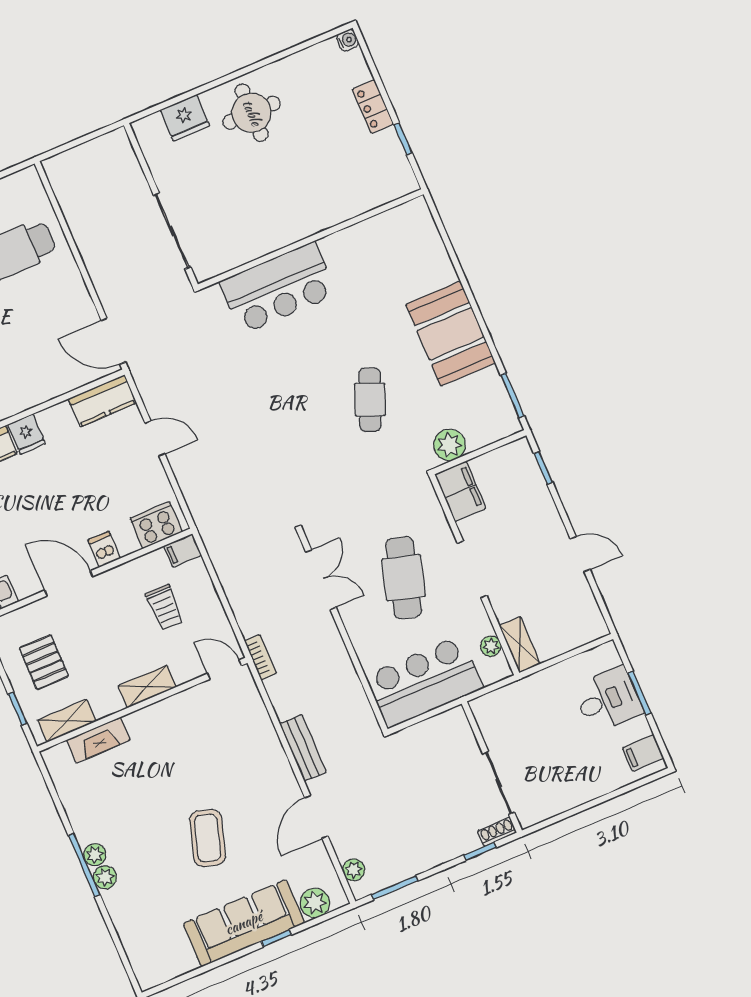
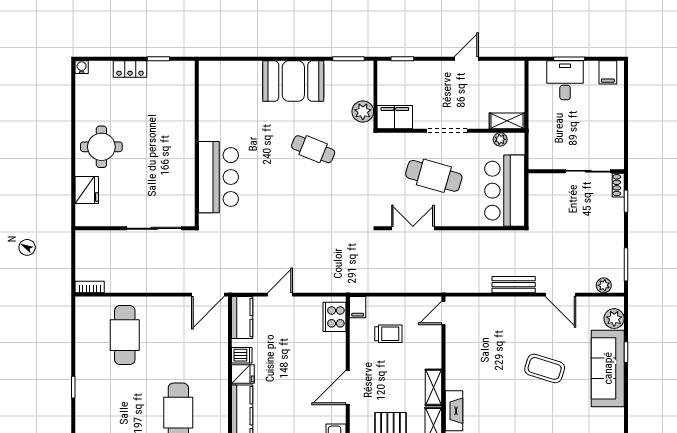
dishwasher: (104, 549) -> (242, 355), moved, turned 180
bookcase: (260, 657) -> (90, 287), moved
shelving: (147, 687) -> (433, 387), moved

